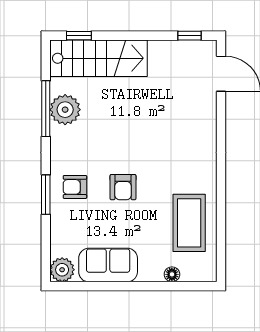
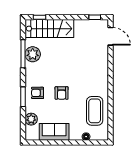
plant: (62, 270) -> (31, 119), moved

